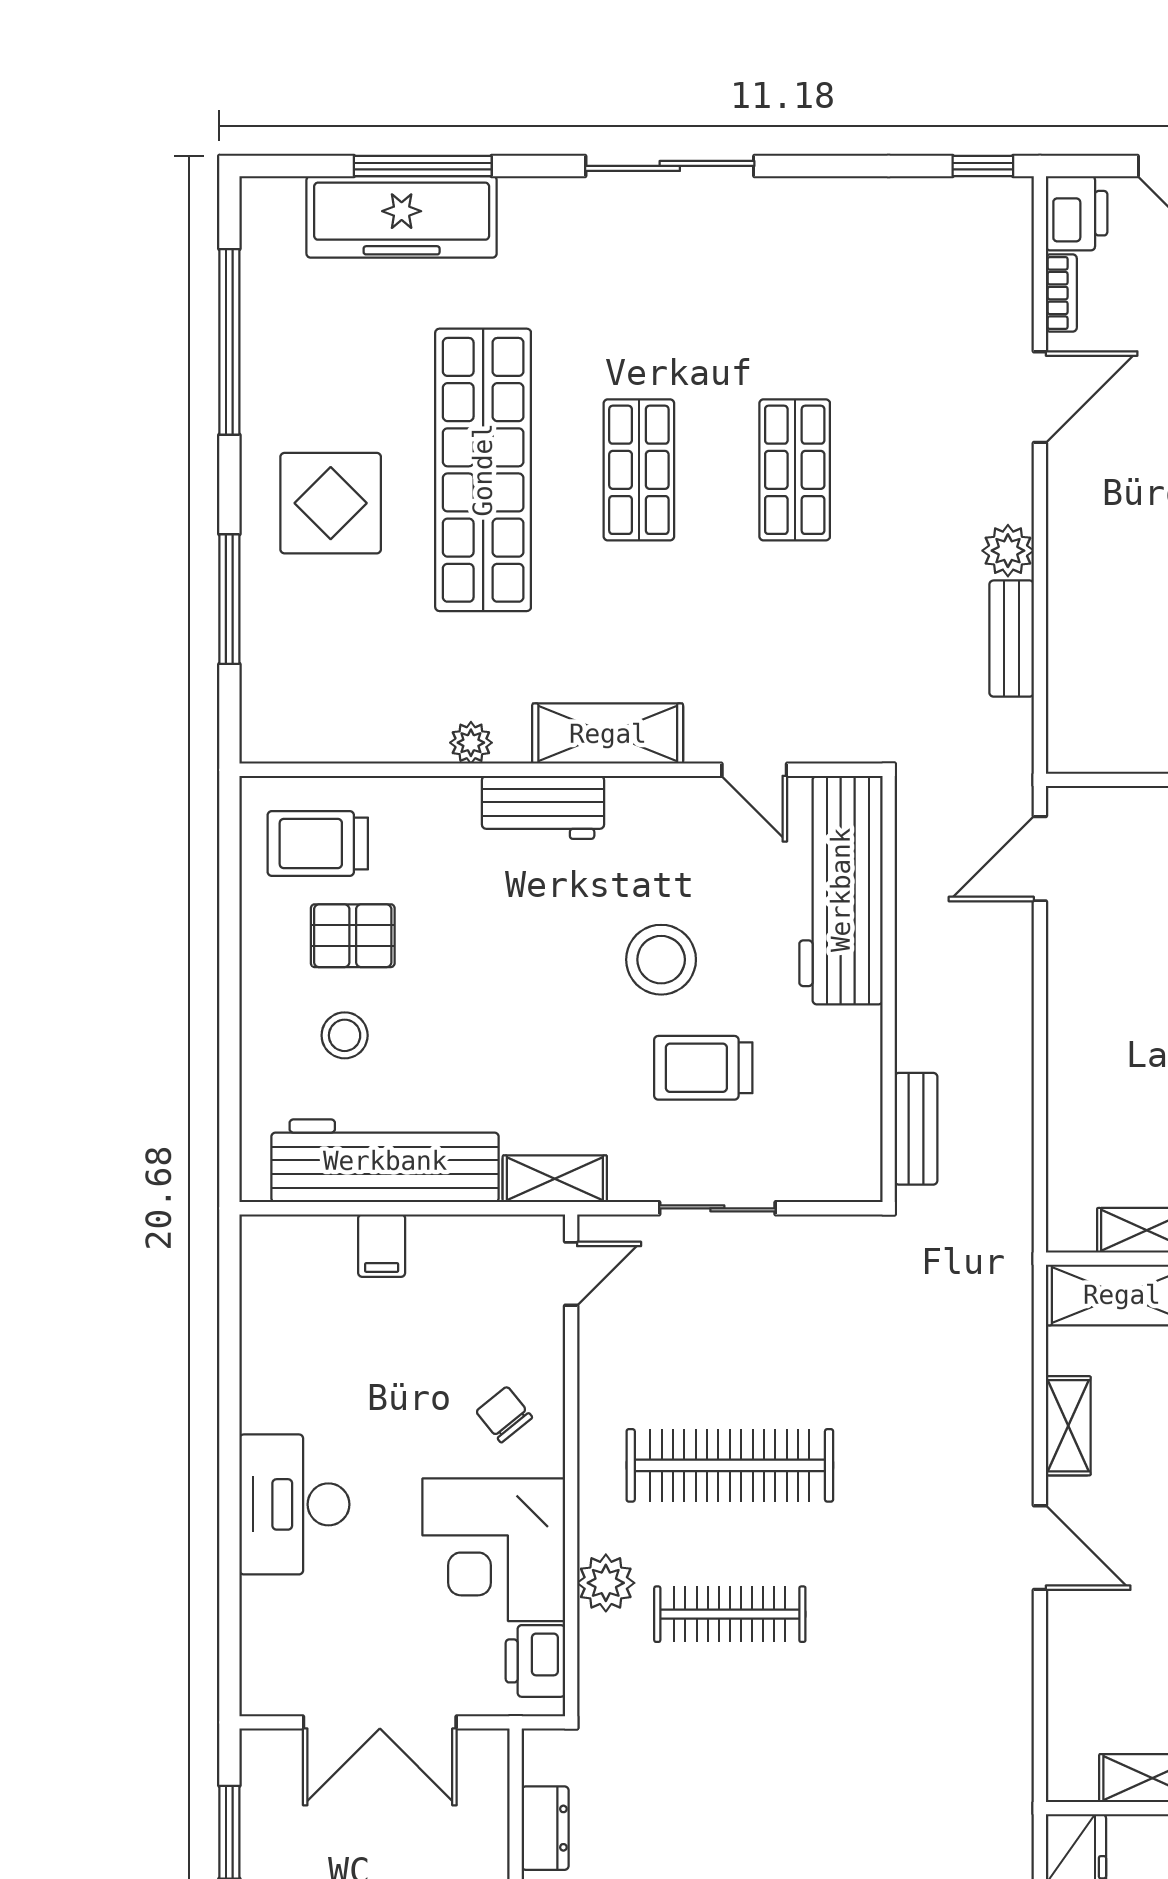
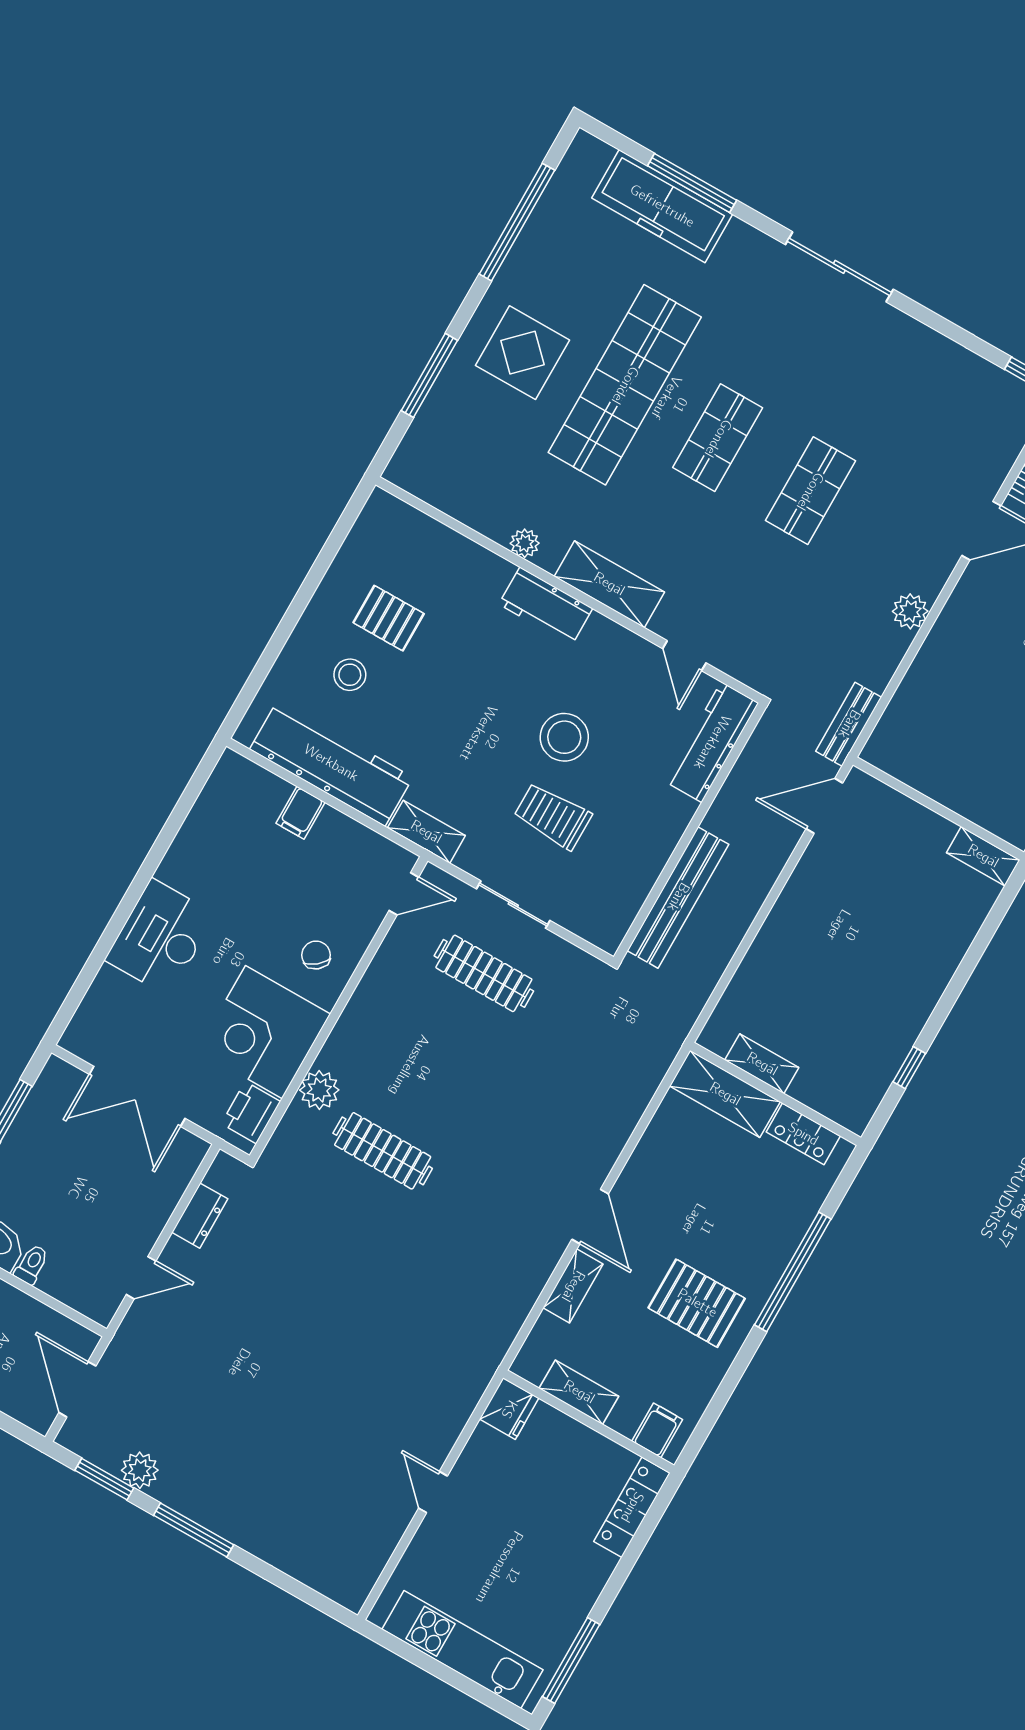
bench: (1012, 639) -> (849, 724), moved
trolley: (318, 843) -> (399, 551), removed
workbench: (841, 890) -> (712, 742), width x0.73, depth x0.76
bench: (916, 1129) -> (678, 897), width x1.86, depth x1.21
shelving: (1068, 1426) -> (573, 1286), moved
clothes rail: (730, 1465) -> (484, 973), moved, width x0.73, depth x0.76

